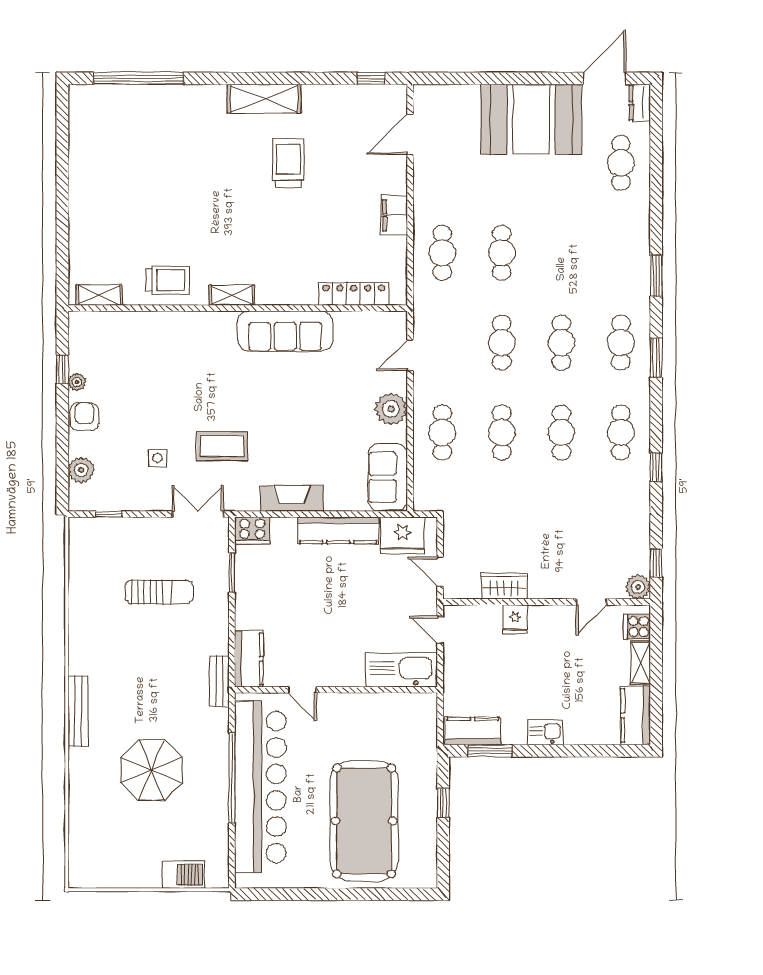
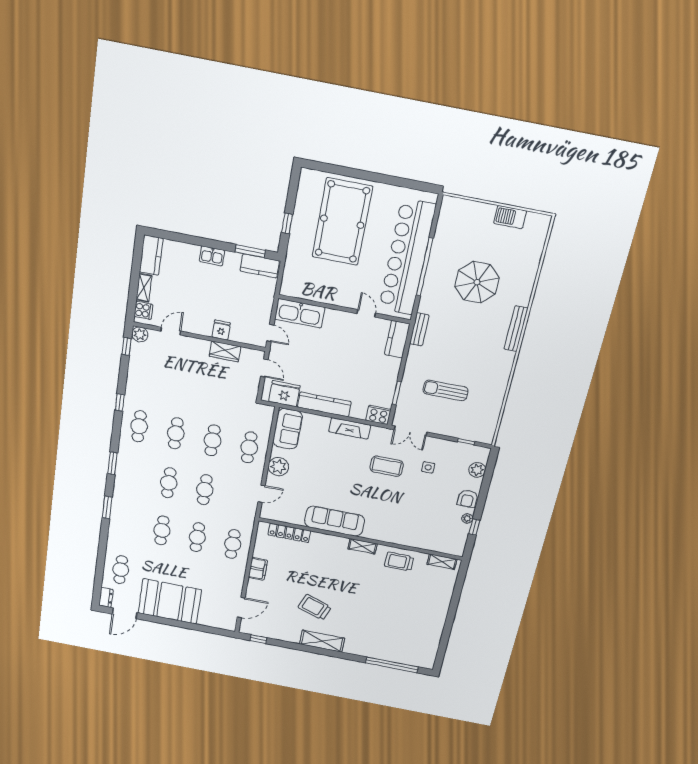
trolley: (288, 163) -> (315, 607), turned 110
cafe table: (621, 343) -> (162, 530), moved
barbecue: (184, 875) -> (510, 217), moved

